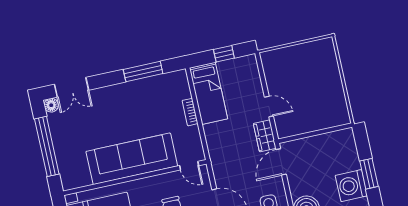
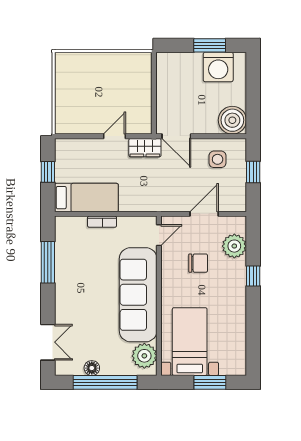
floor lamp: (51, 105) -> (92, 368), moved
plant: (78, 176) -> (144, 356), added

